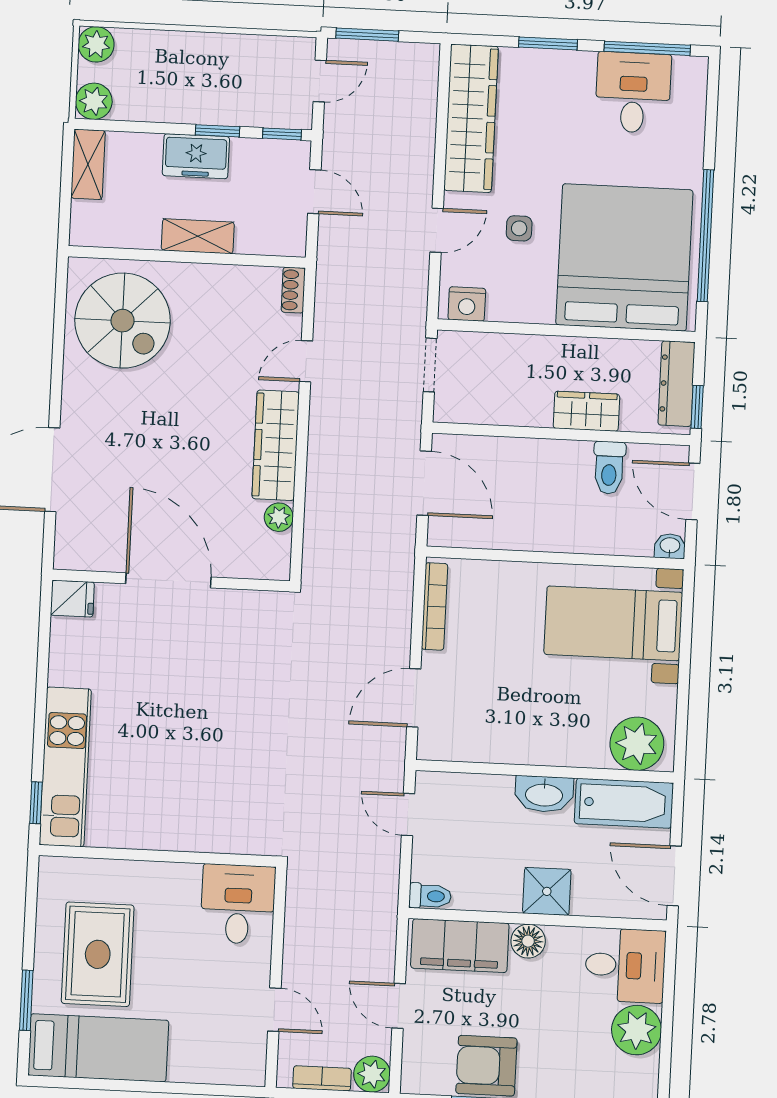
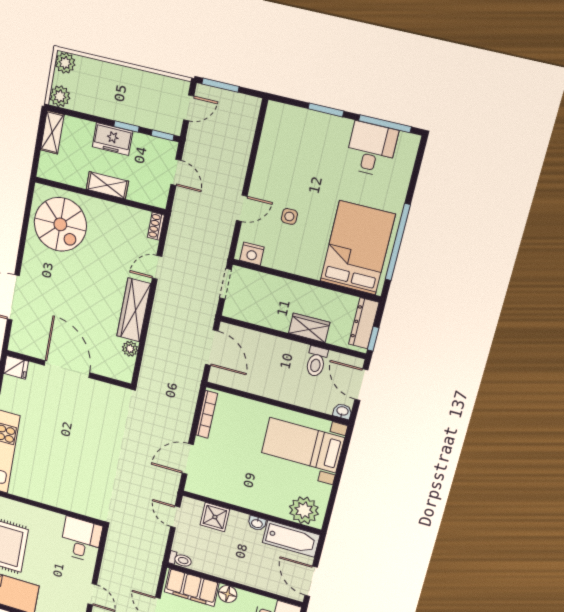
wardrobe: (471, 118) -> (273, 147), removed
bed: (624, 257) -> (358, 248), width x0.73
washbasin: (544, 794) -> (257, 523), width x0.52, depth x0.69
shower: (547, 891) -> (215, 517), moved

